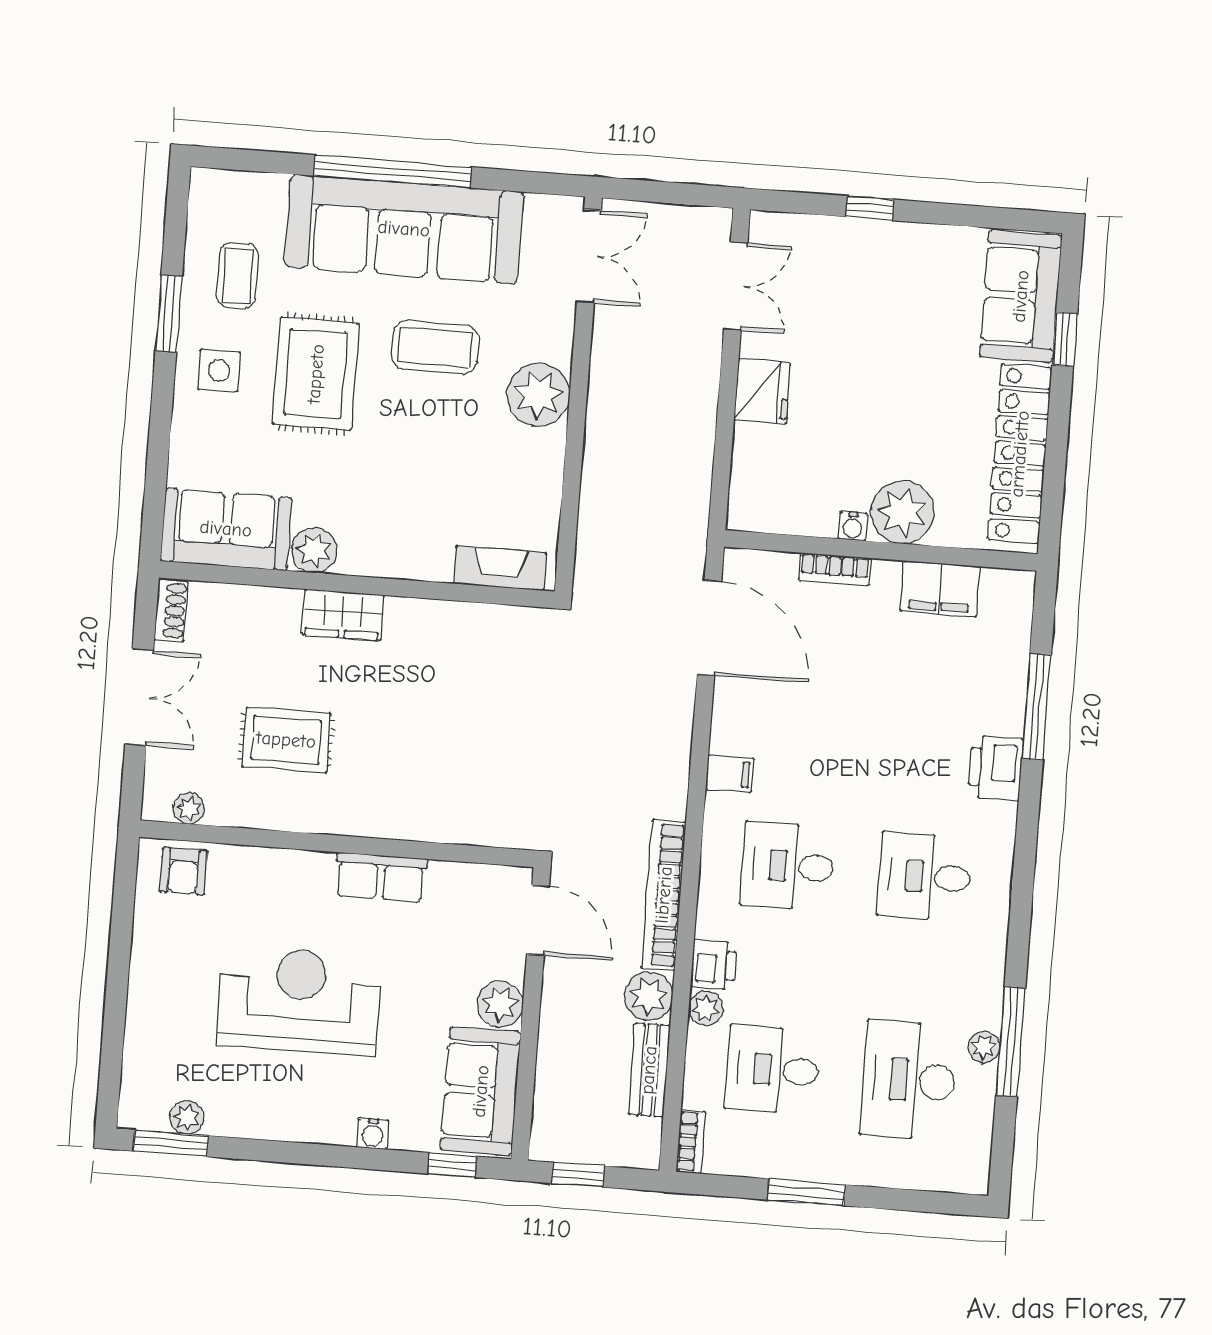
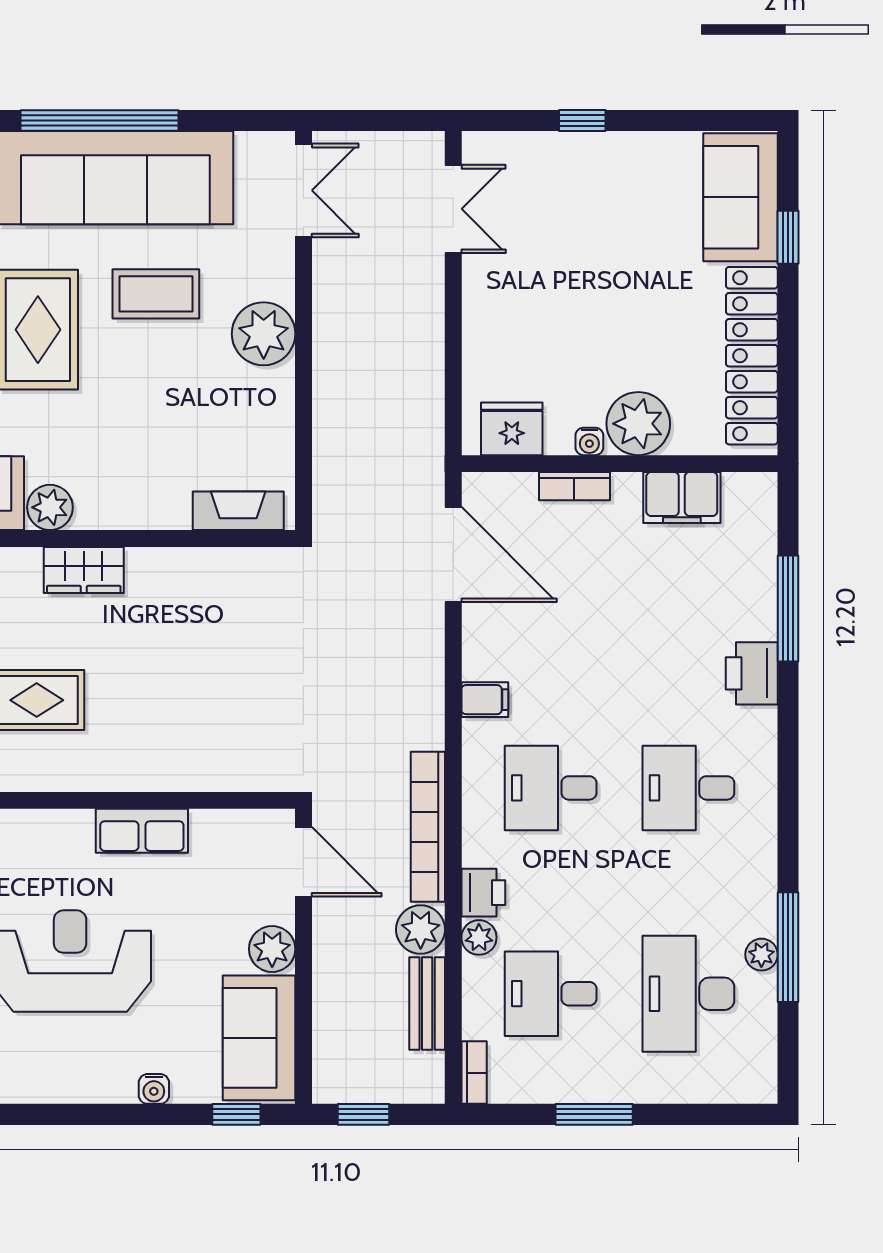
fridge: (762, 392) -> (512, 429), moved, turned -90

